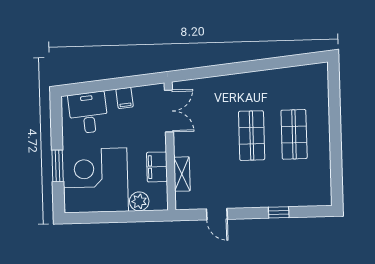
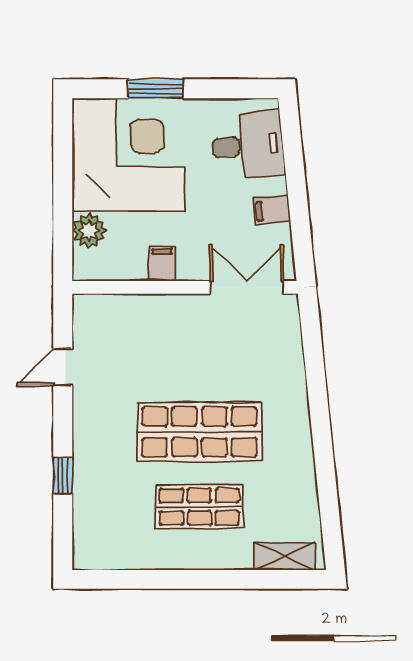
double door: (169, 111) -> (247, 287), swing flipped
shop shelf: (252, 136) -> (199, 432), width x1.43, depth x1.36
filing cabinet: (157, 167) -> (162, 264), width x0.50
shelving: (182, 174) -> (284, 556), moved

